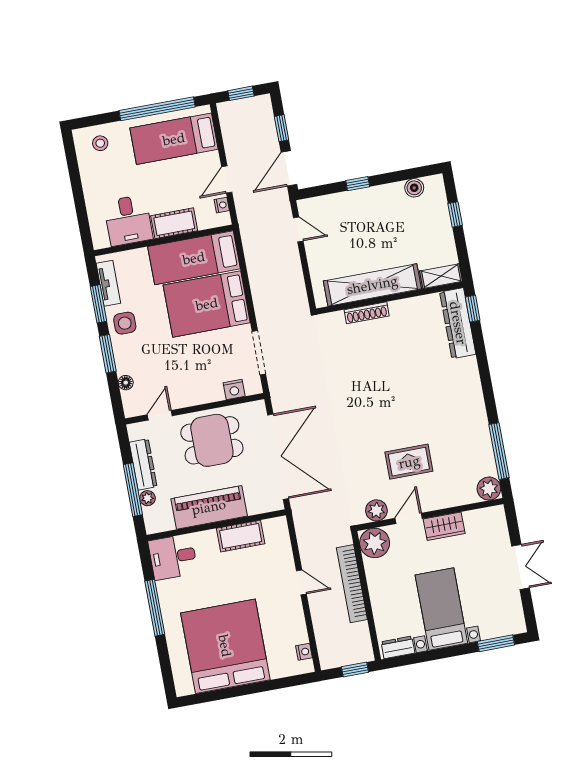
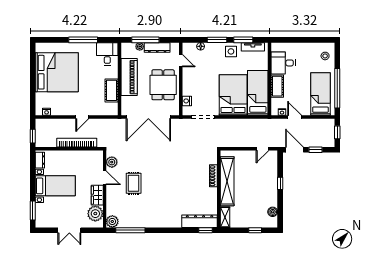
plant: (375, 543) -> (95, 214), moved

